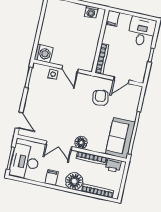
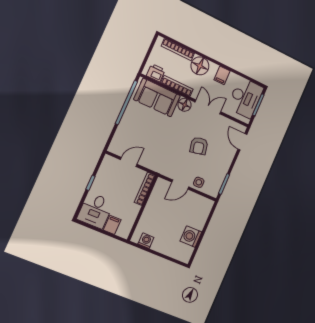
filing cabinet: (113, 19) -> (112, 225), moved
washing machine: (43, 53) -> (191, 237), moved
door: (70, 69) -> (180, 184), swing flipped
armchair: (101, 98) -> (199, 146), moved
sofa: (120, 138) -> (157, 98), moved, turned 90

